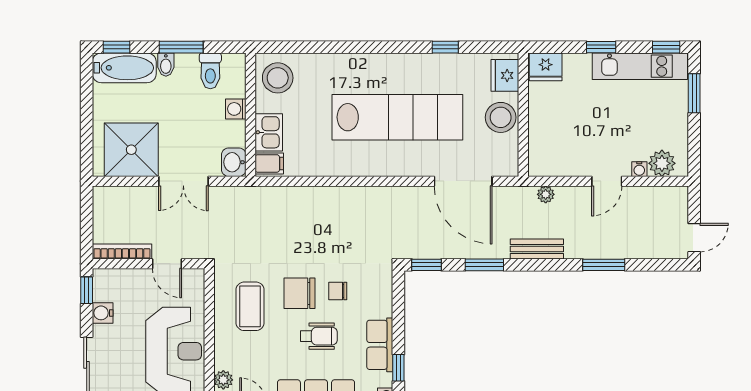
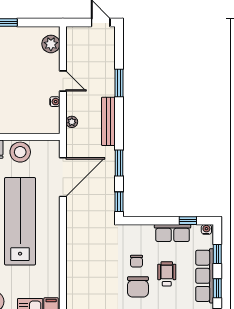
water cooler: (639, 169) -> (55, 102), moved
bench: (537, 249) -> (108, 121), width x1.36

